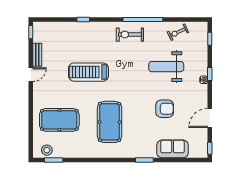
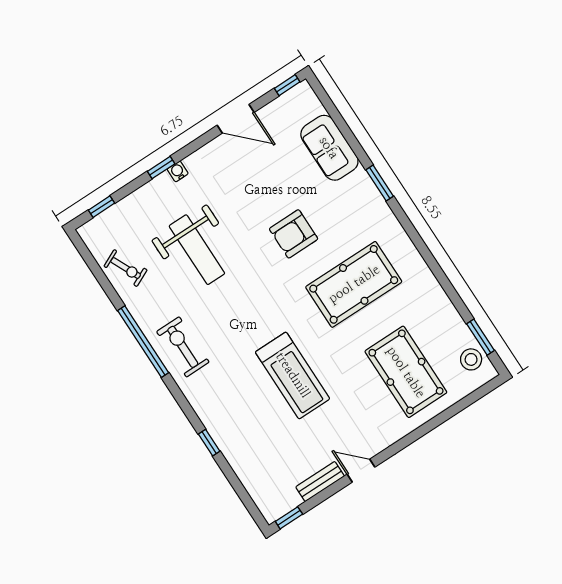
exercise bike: (130, 35) -> (183, 347), turned 180
armchair: (165, 109) -> (294, 234), moved, turned -90

